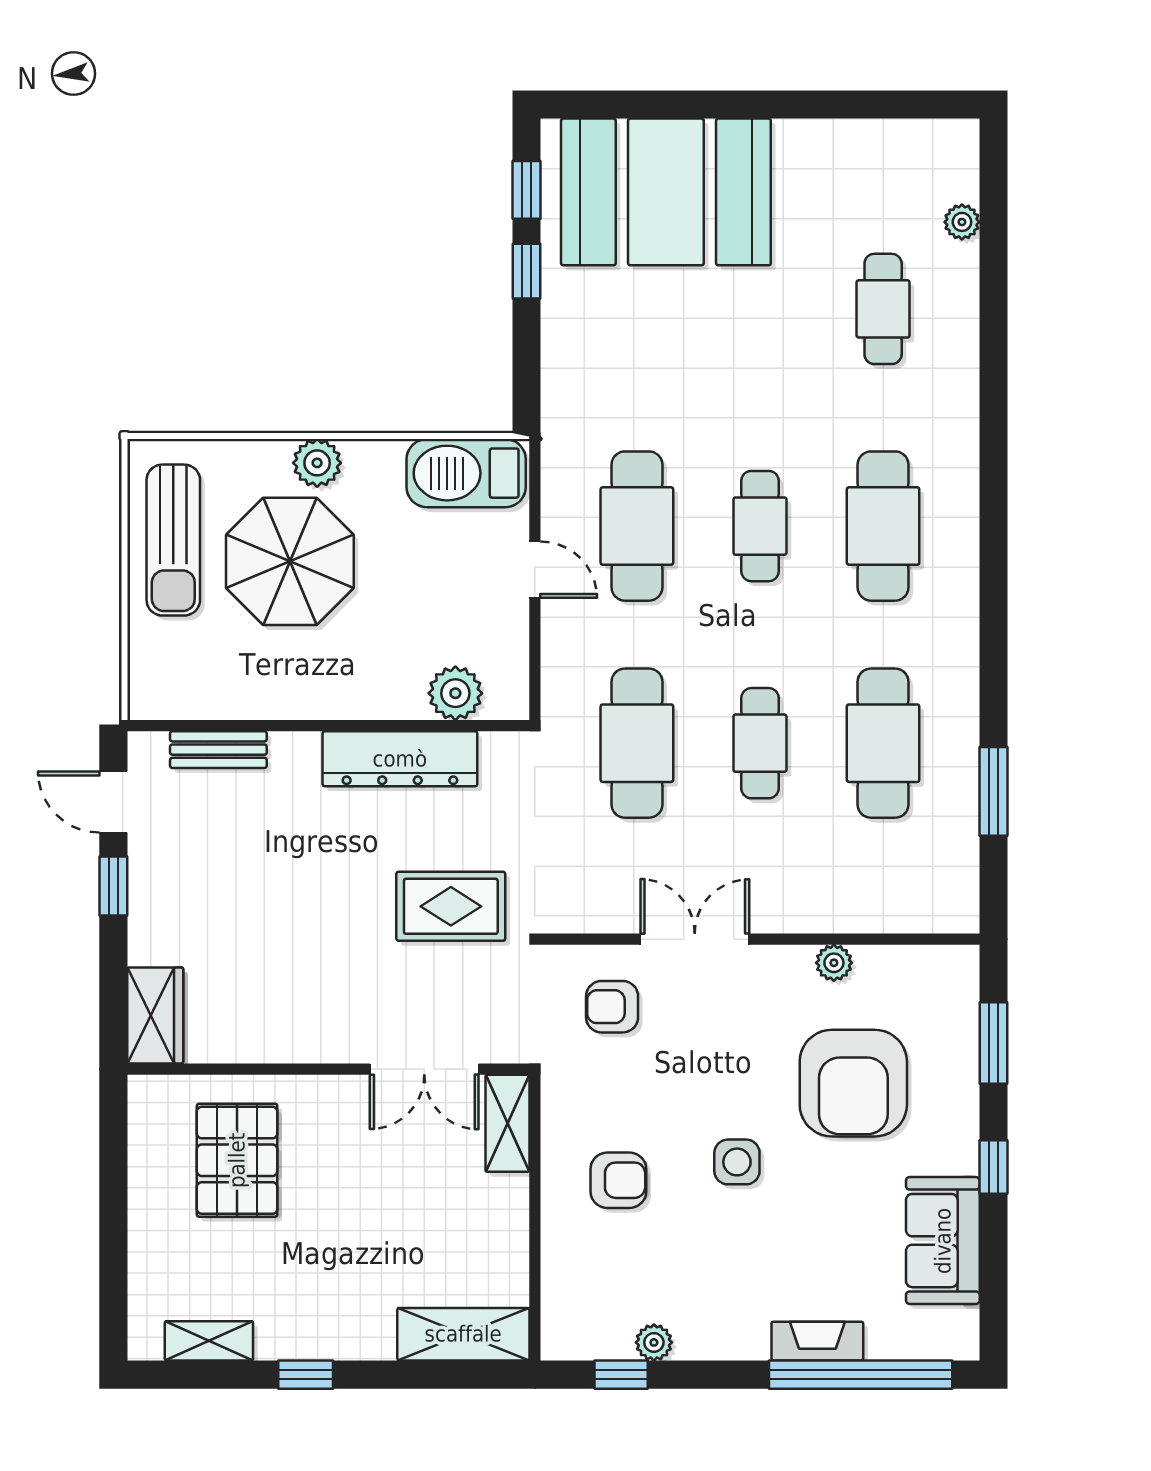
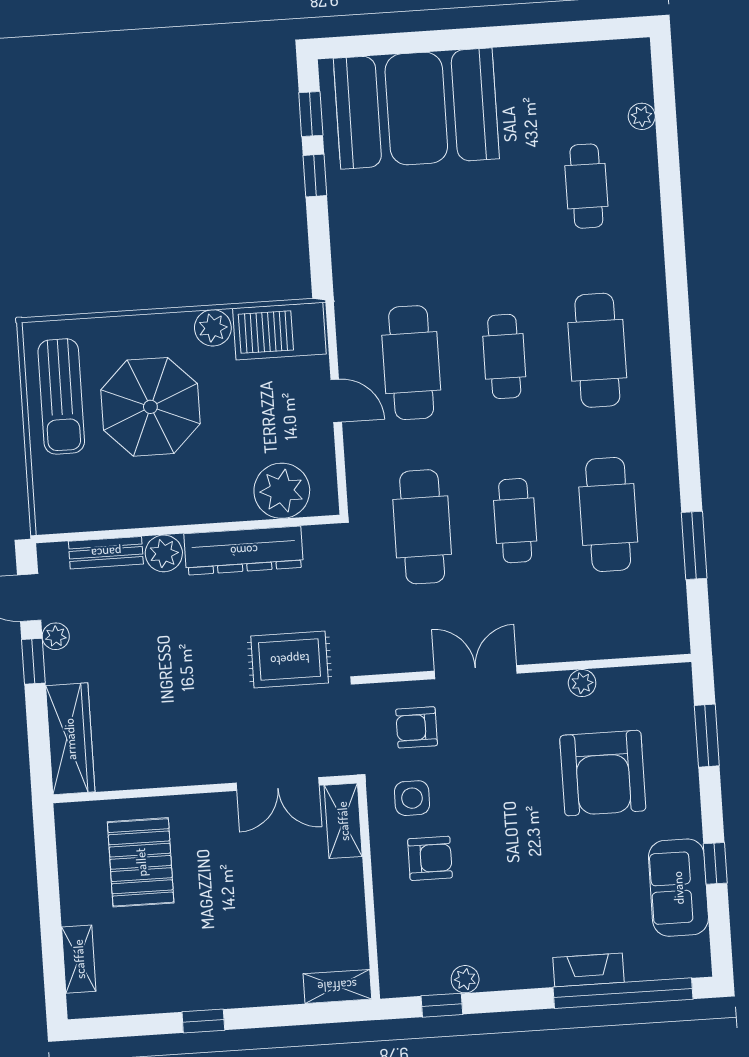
plant: (317, 463) -> (213, 328), moved
plant: (455, 693) -> (282, 491), width x1.36, depth x1.36
plant: (295, 756) -> (164, 553), added
plant: (145, 855) -> (56, 636), added
wardrobe: (155, 1015) -> (70, 739), width x1.50
side table: (737, 1162) -> (412, 798), moved
window: (993, 1167) -> (715, 863), moved
shelving: (463, 1334) -> (337, 986), width x0.67, depth x0.75
shelving: (209, 1341) -> (79, 959), moved, turned 90

